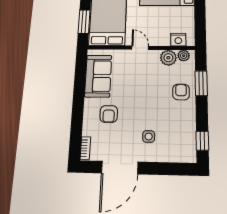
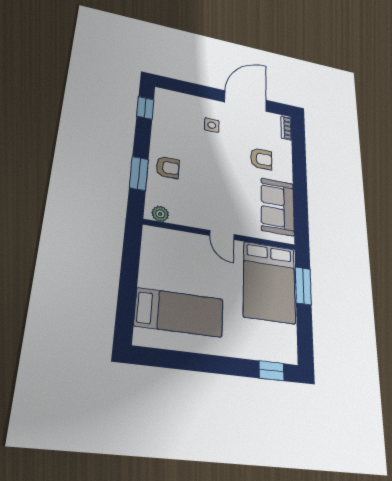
nightstand: (178, 40) -> (166, 238), removed
plant: (168, 58) -> (182, 215), removed
armchair: (181, 92) -> (168, 167), turned -90
armchair: (109, 114) -> (261, 159), turned 90

